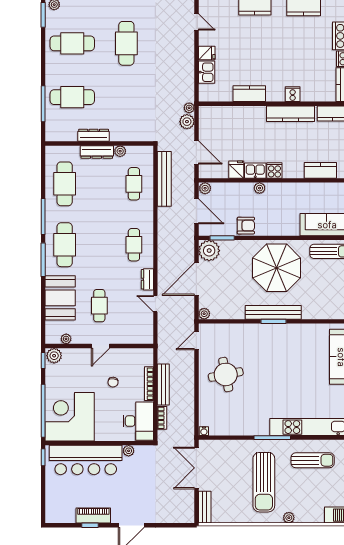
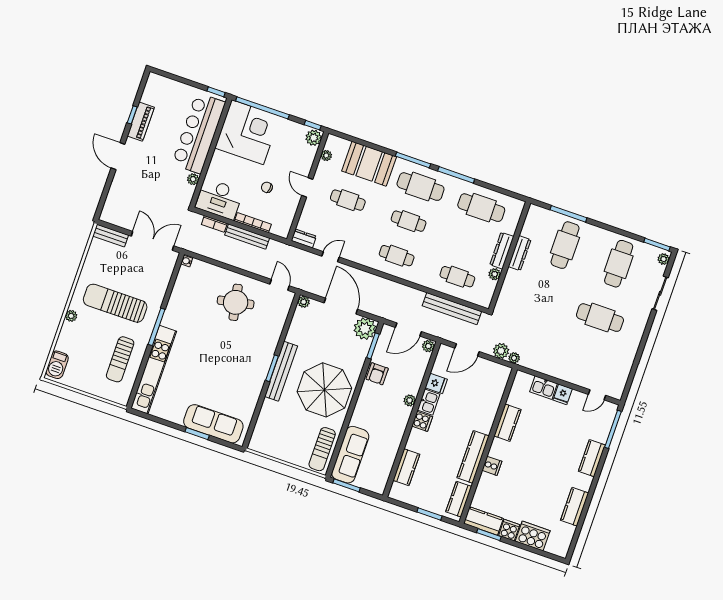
cafe table: (99, 245) -> (409, 221), added
dresser: (147, 279) -> (304, 238), moved

